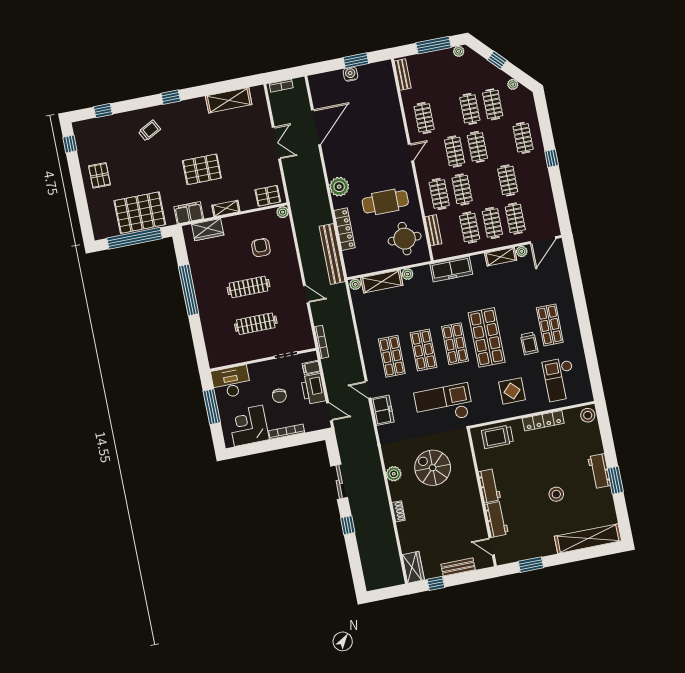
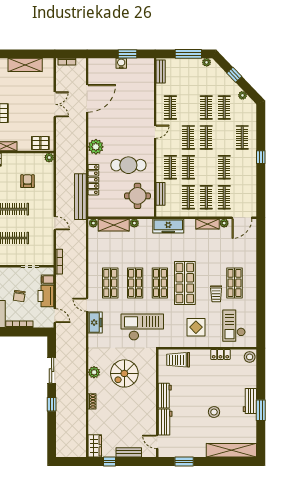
locker: (543, 421) -> (220, 354), width x0.66
spiral stairs: (433, 468) -> (124, 373), turned -90

